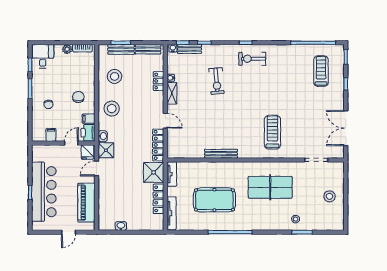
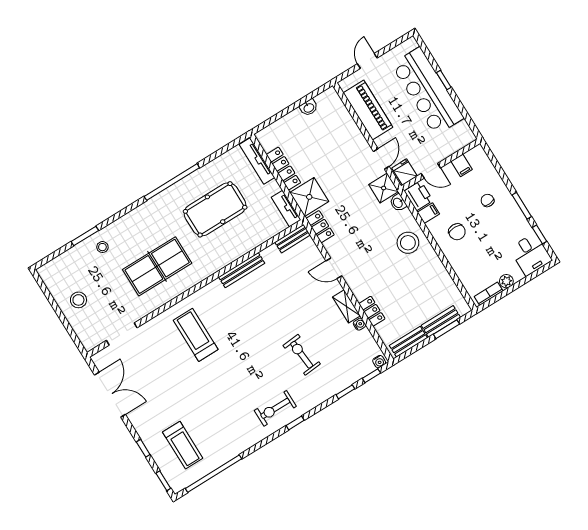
bench: (190, 49) -> (293, 239), moved
exercise bike: (252, 59) -> (275, 408), turned 180
stool: (115, 76) -> (429, 284), removed
treadmill: (272, 132) -> (196, 335), turned 180
door: (71, 143) -> (431, 171), hinge flipped
locker: (158, 145) -> (320, 227), width x0.66

